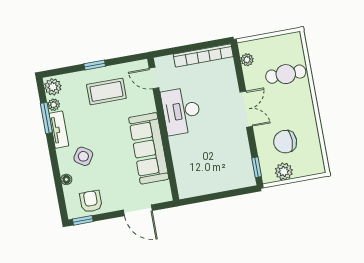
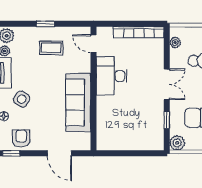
coffee table: (106, 91) -> (51, 48), width x0.73, depth x0.77
window: (257, 167) -> (167, 120), moved
plant: (284, 171) -> (177, 143), moved

